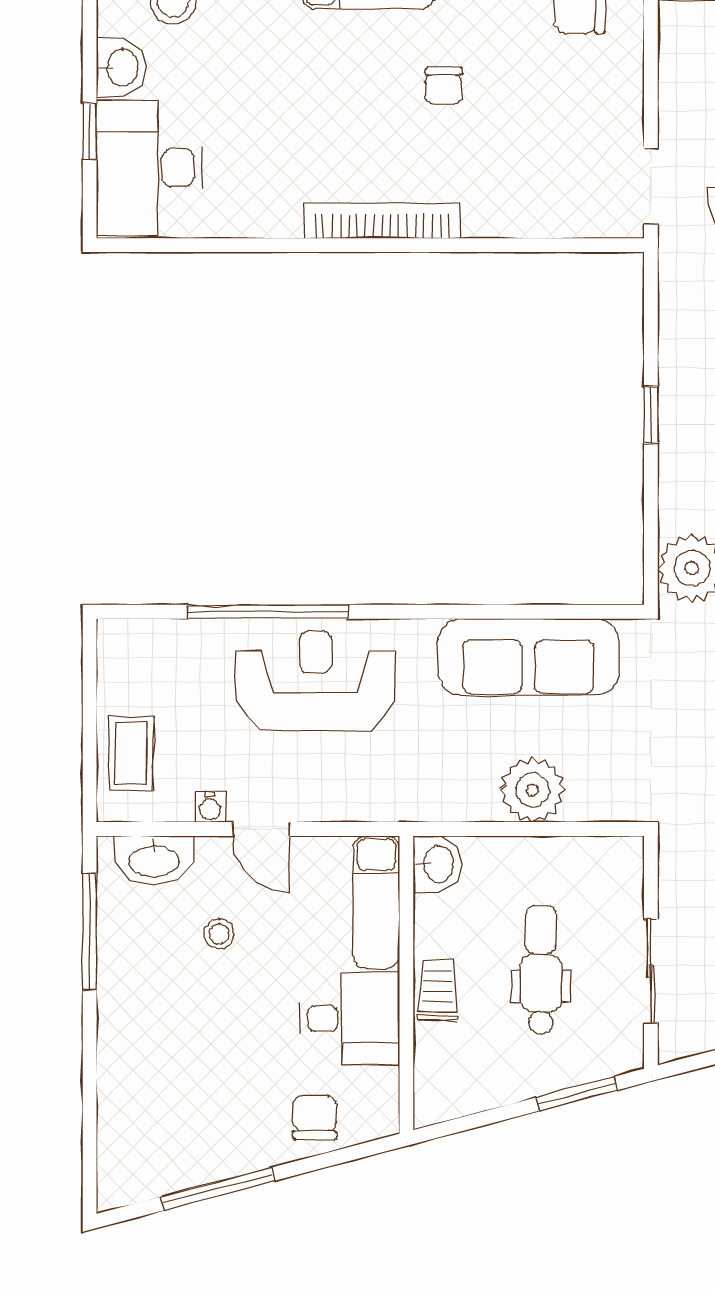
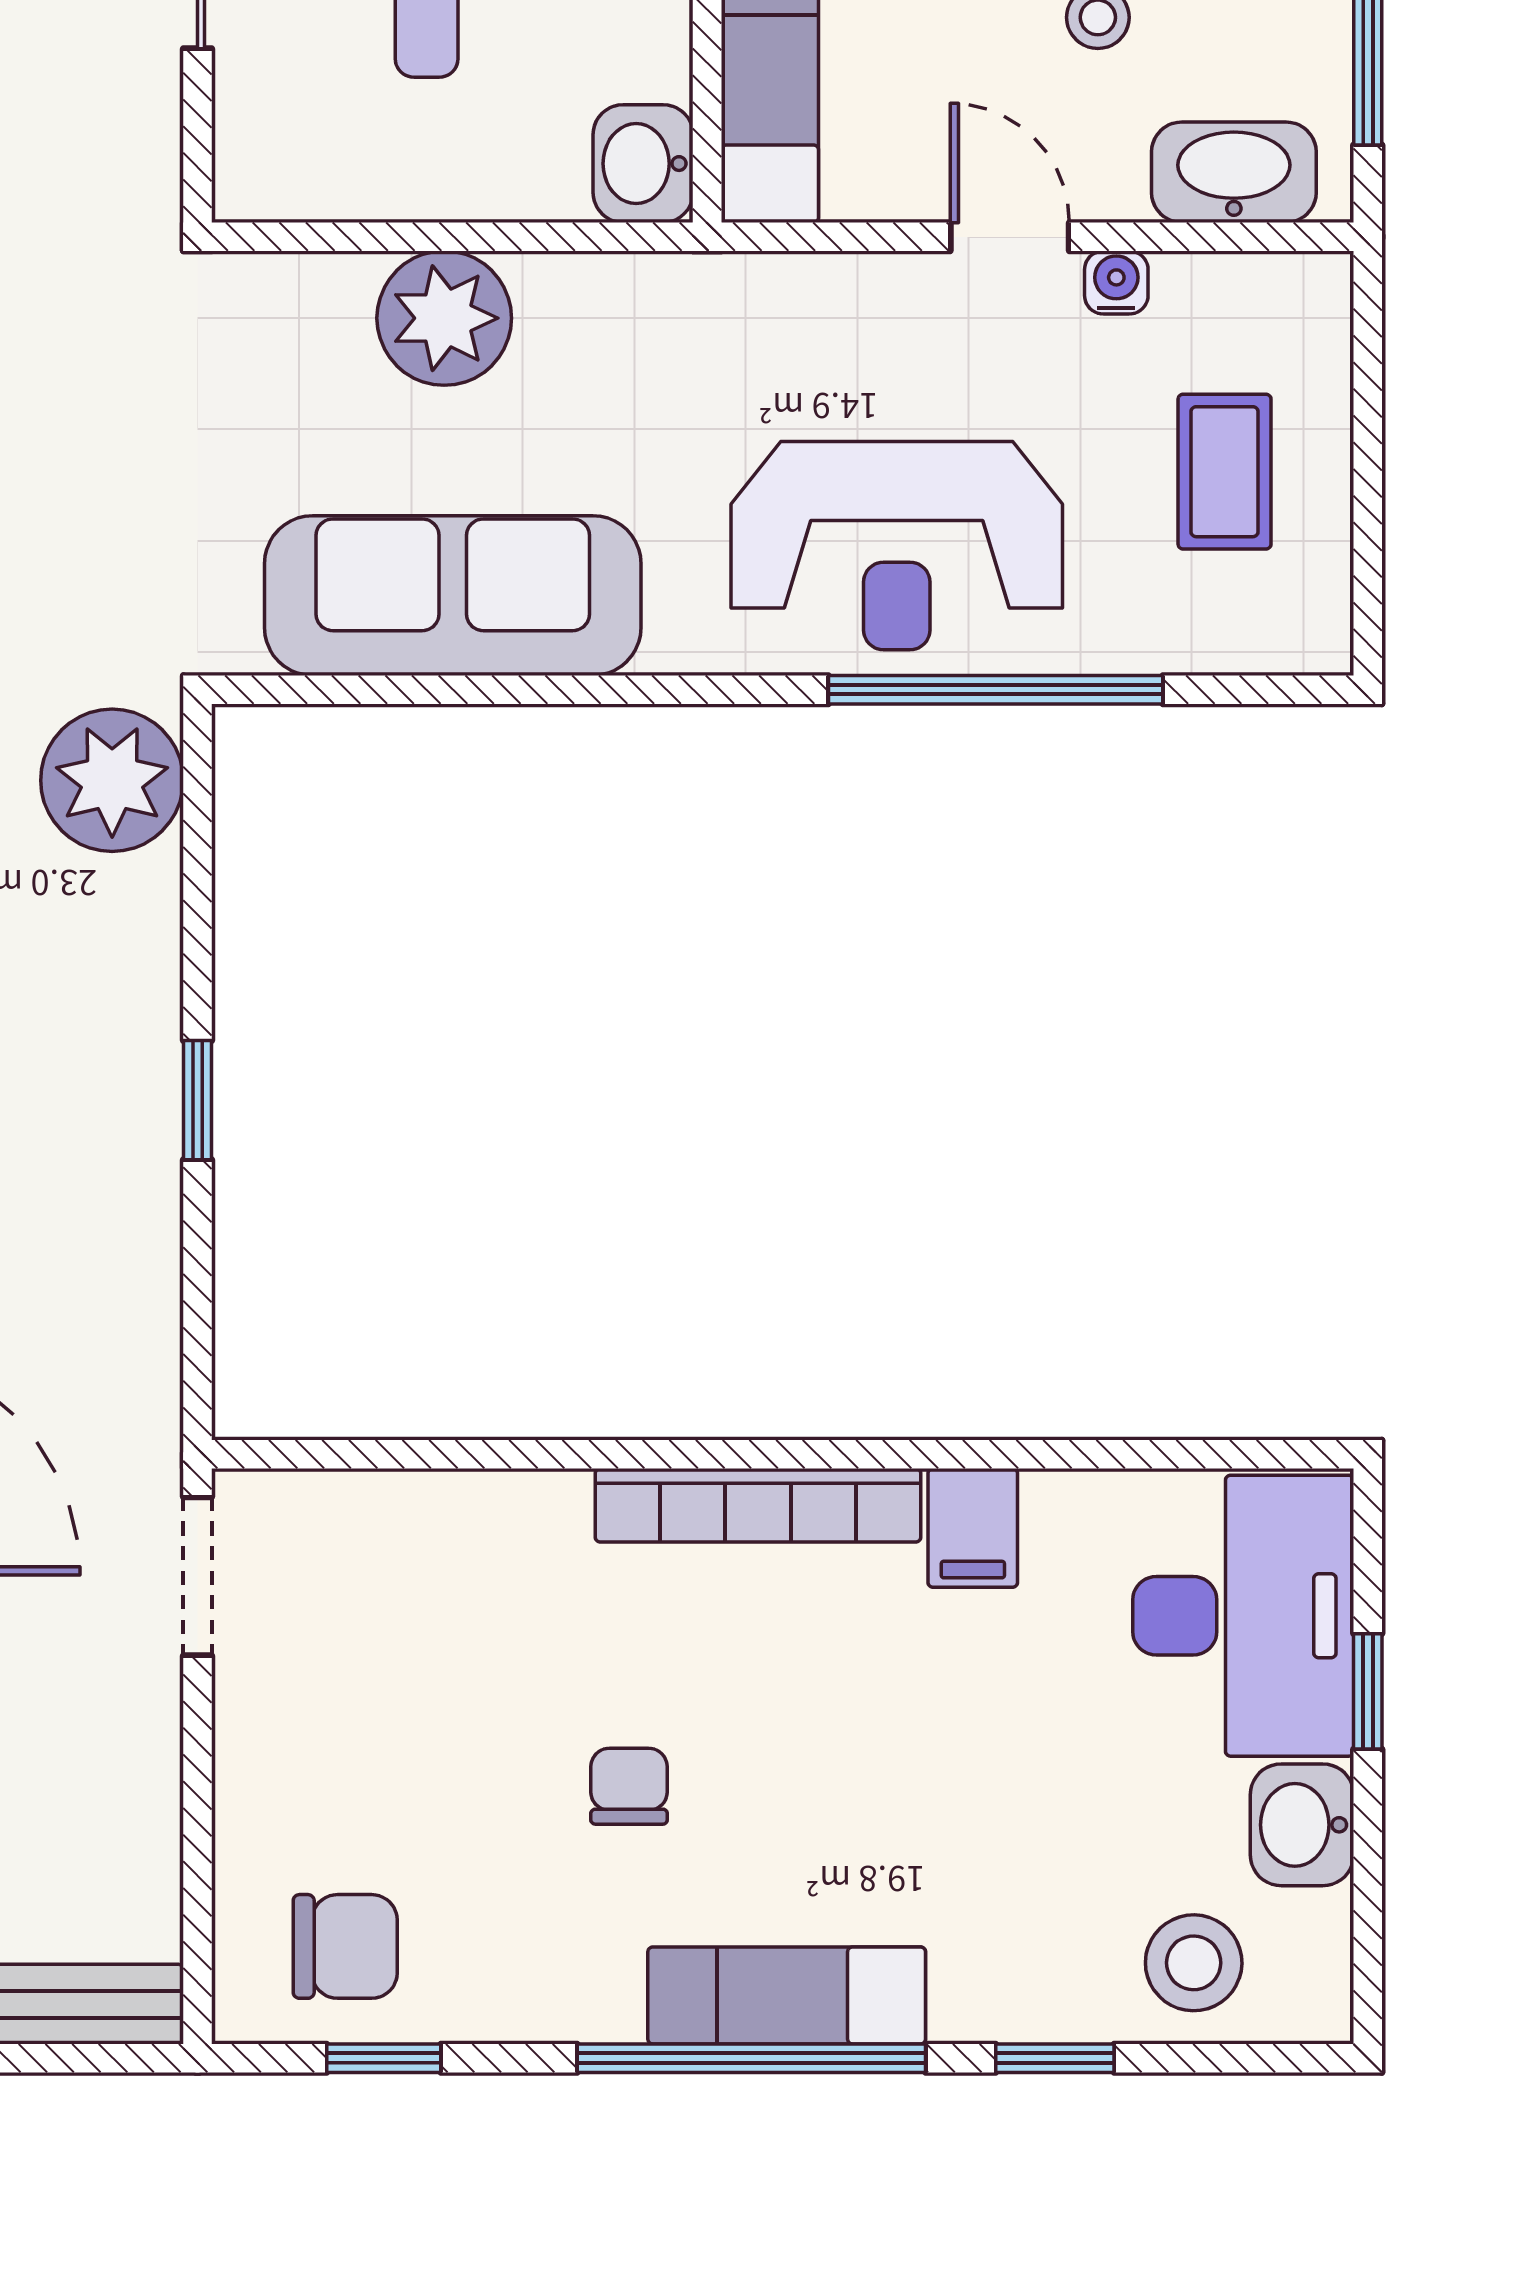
filing cabinet: (279, 210) -> (973, 1528), added
coffee table: (131, 754) -> (1225, 472), moved

